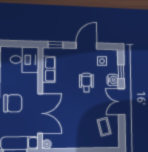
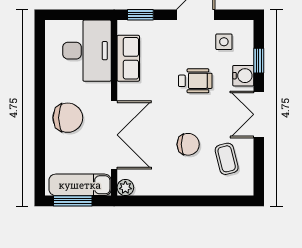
desk: (25, 60) -> (87, 51), width x1.37
wheelchair: (86, 83) -> (195, 81), turned 90
chair: (83, 119) -> (188, 144), added

